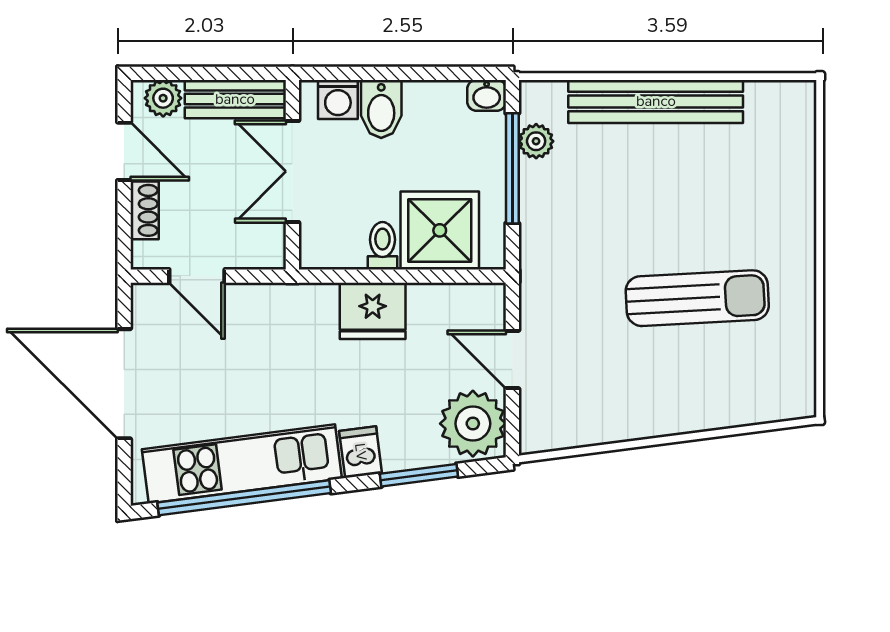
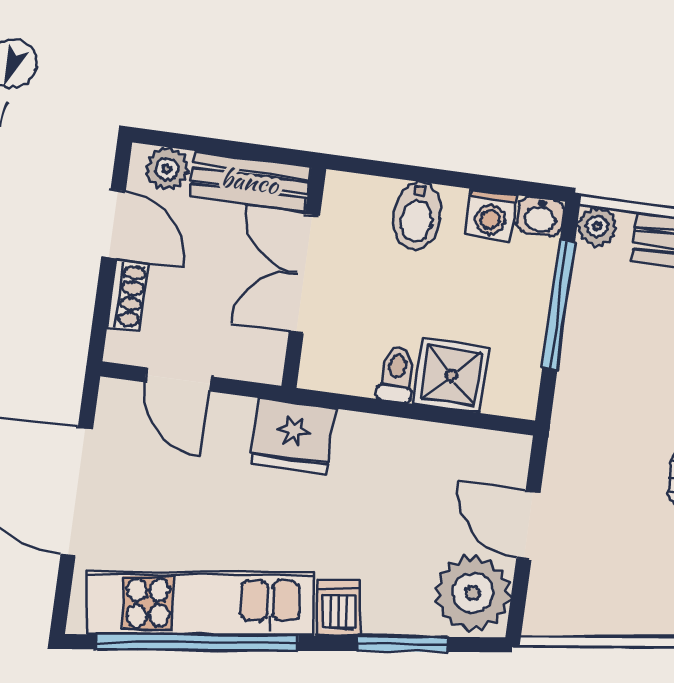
washing machine: (338, 99) -> (491, 215), moved
plant: (536, 141) -> (597, 226), moved
shower: (440, 230) -> (451, 375), width x0.73, depth x0.73
fridge: (373, 311) -> (293, 436), moved

